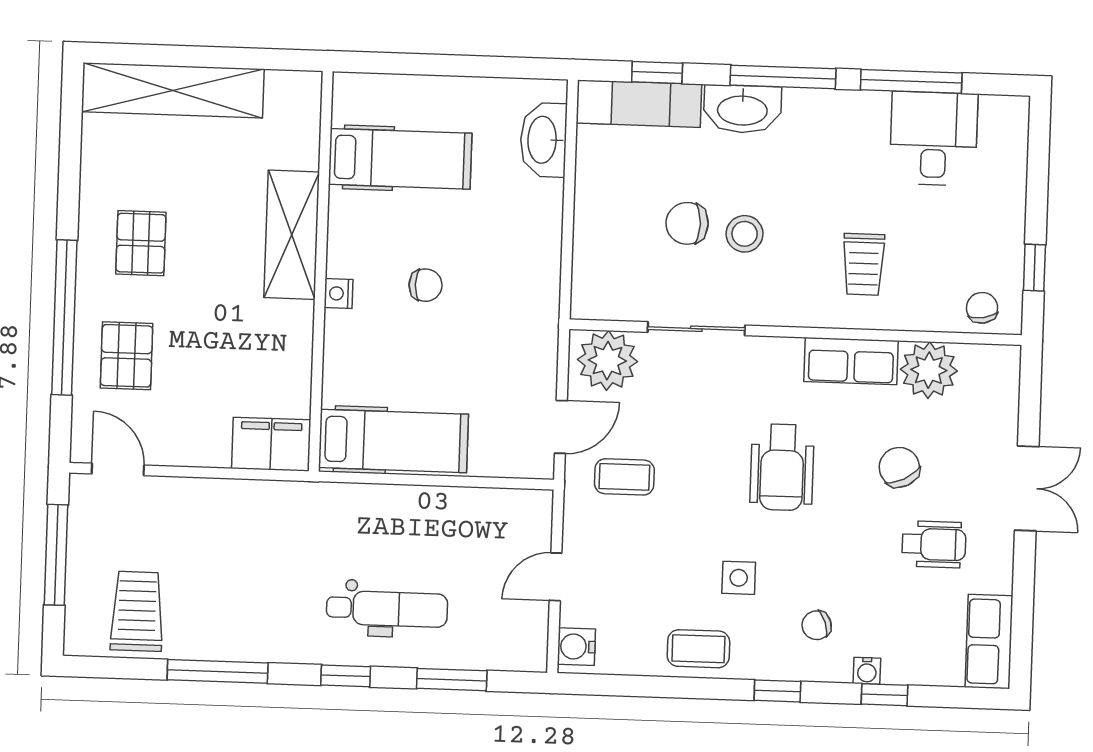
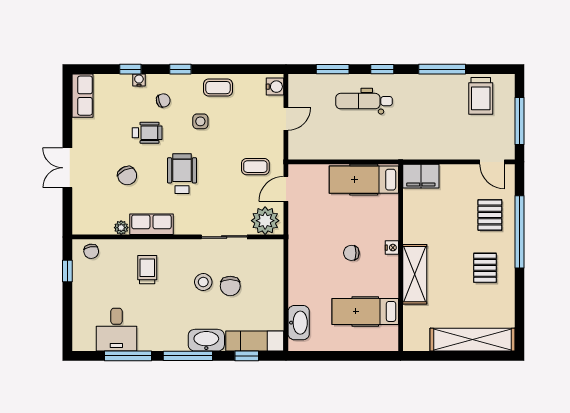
chair: (687, 223) -> (230, 286), turned 90
plant: (929, 370) -> (121, 228), width x0.53, depth x0.53
wheelchair: (934, 544) -> (147, 133), moved, turned 180

